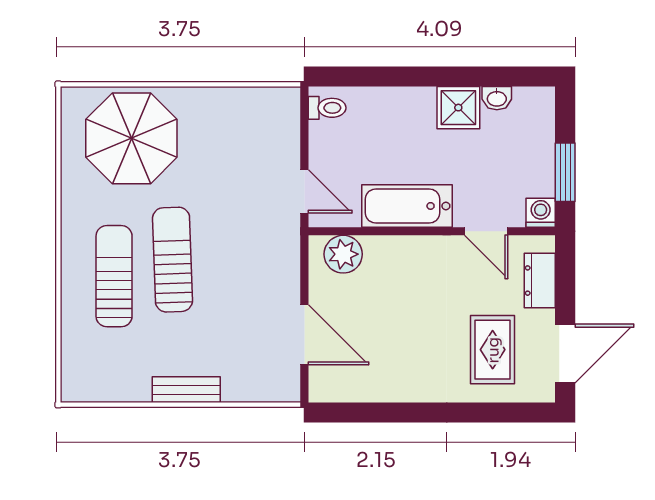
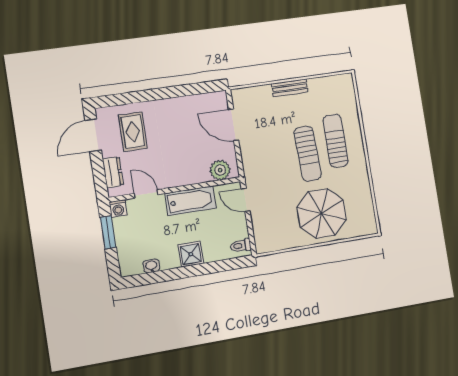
shower: (458, 108) -> (191, 254), moved
parasol: (131, 138) -> (322, 213), moved
sun lounger: (114, 276) -> (336, 141), turned 180

